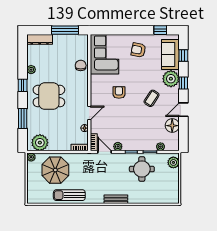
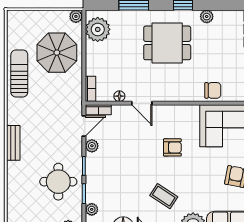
dining table: (49, 96) -> (167, 43), turned 90

